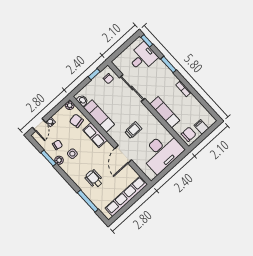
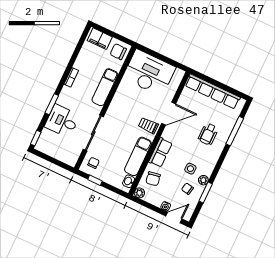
desk: (143, 57) -> (62, 121), moved
filing cabinet: (201, 127) -> (100, 39), width x2.00
trolley: (133, 130) -> (148, 126), moved

